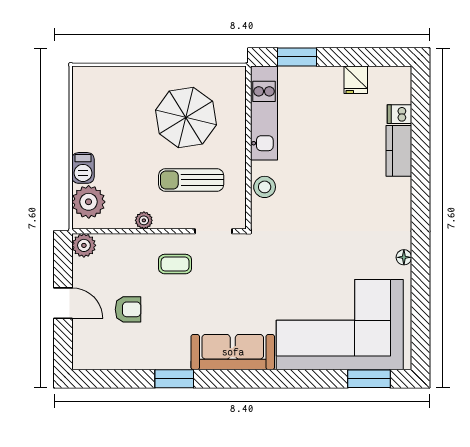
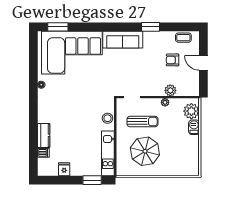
plant: (84, 245) -> (170, 90), moved
coffee table: (175, 264) -> (183, 38), moved

